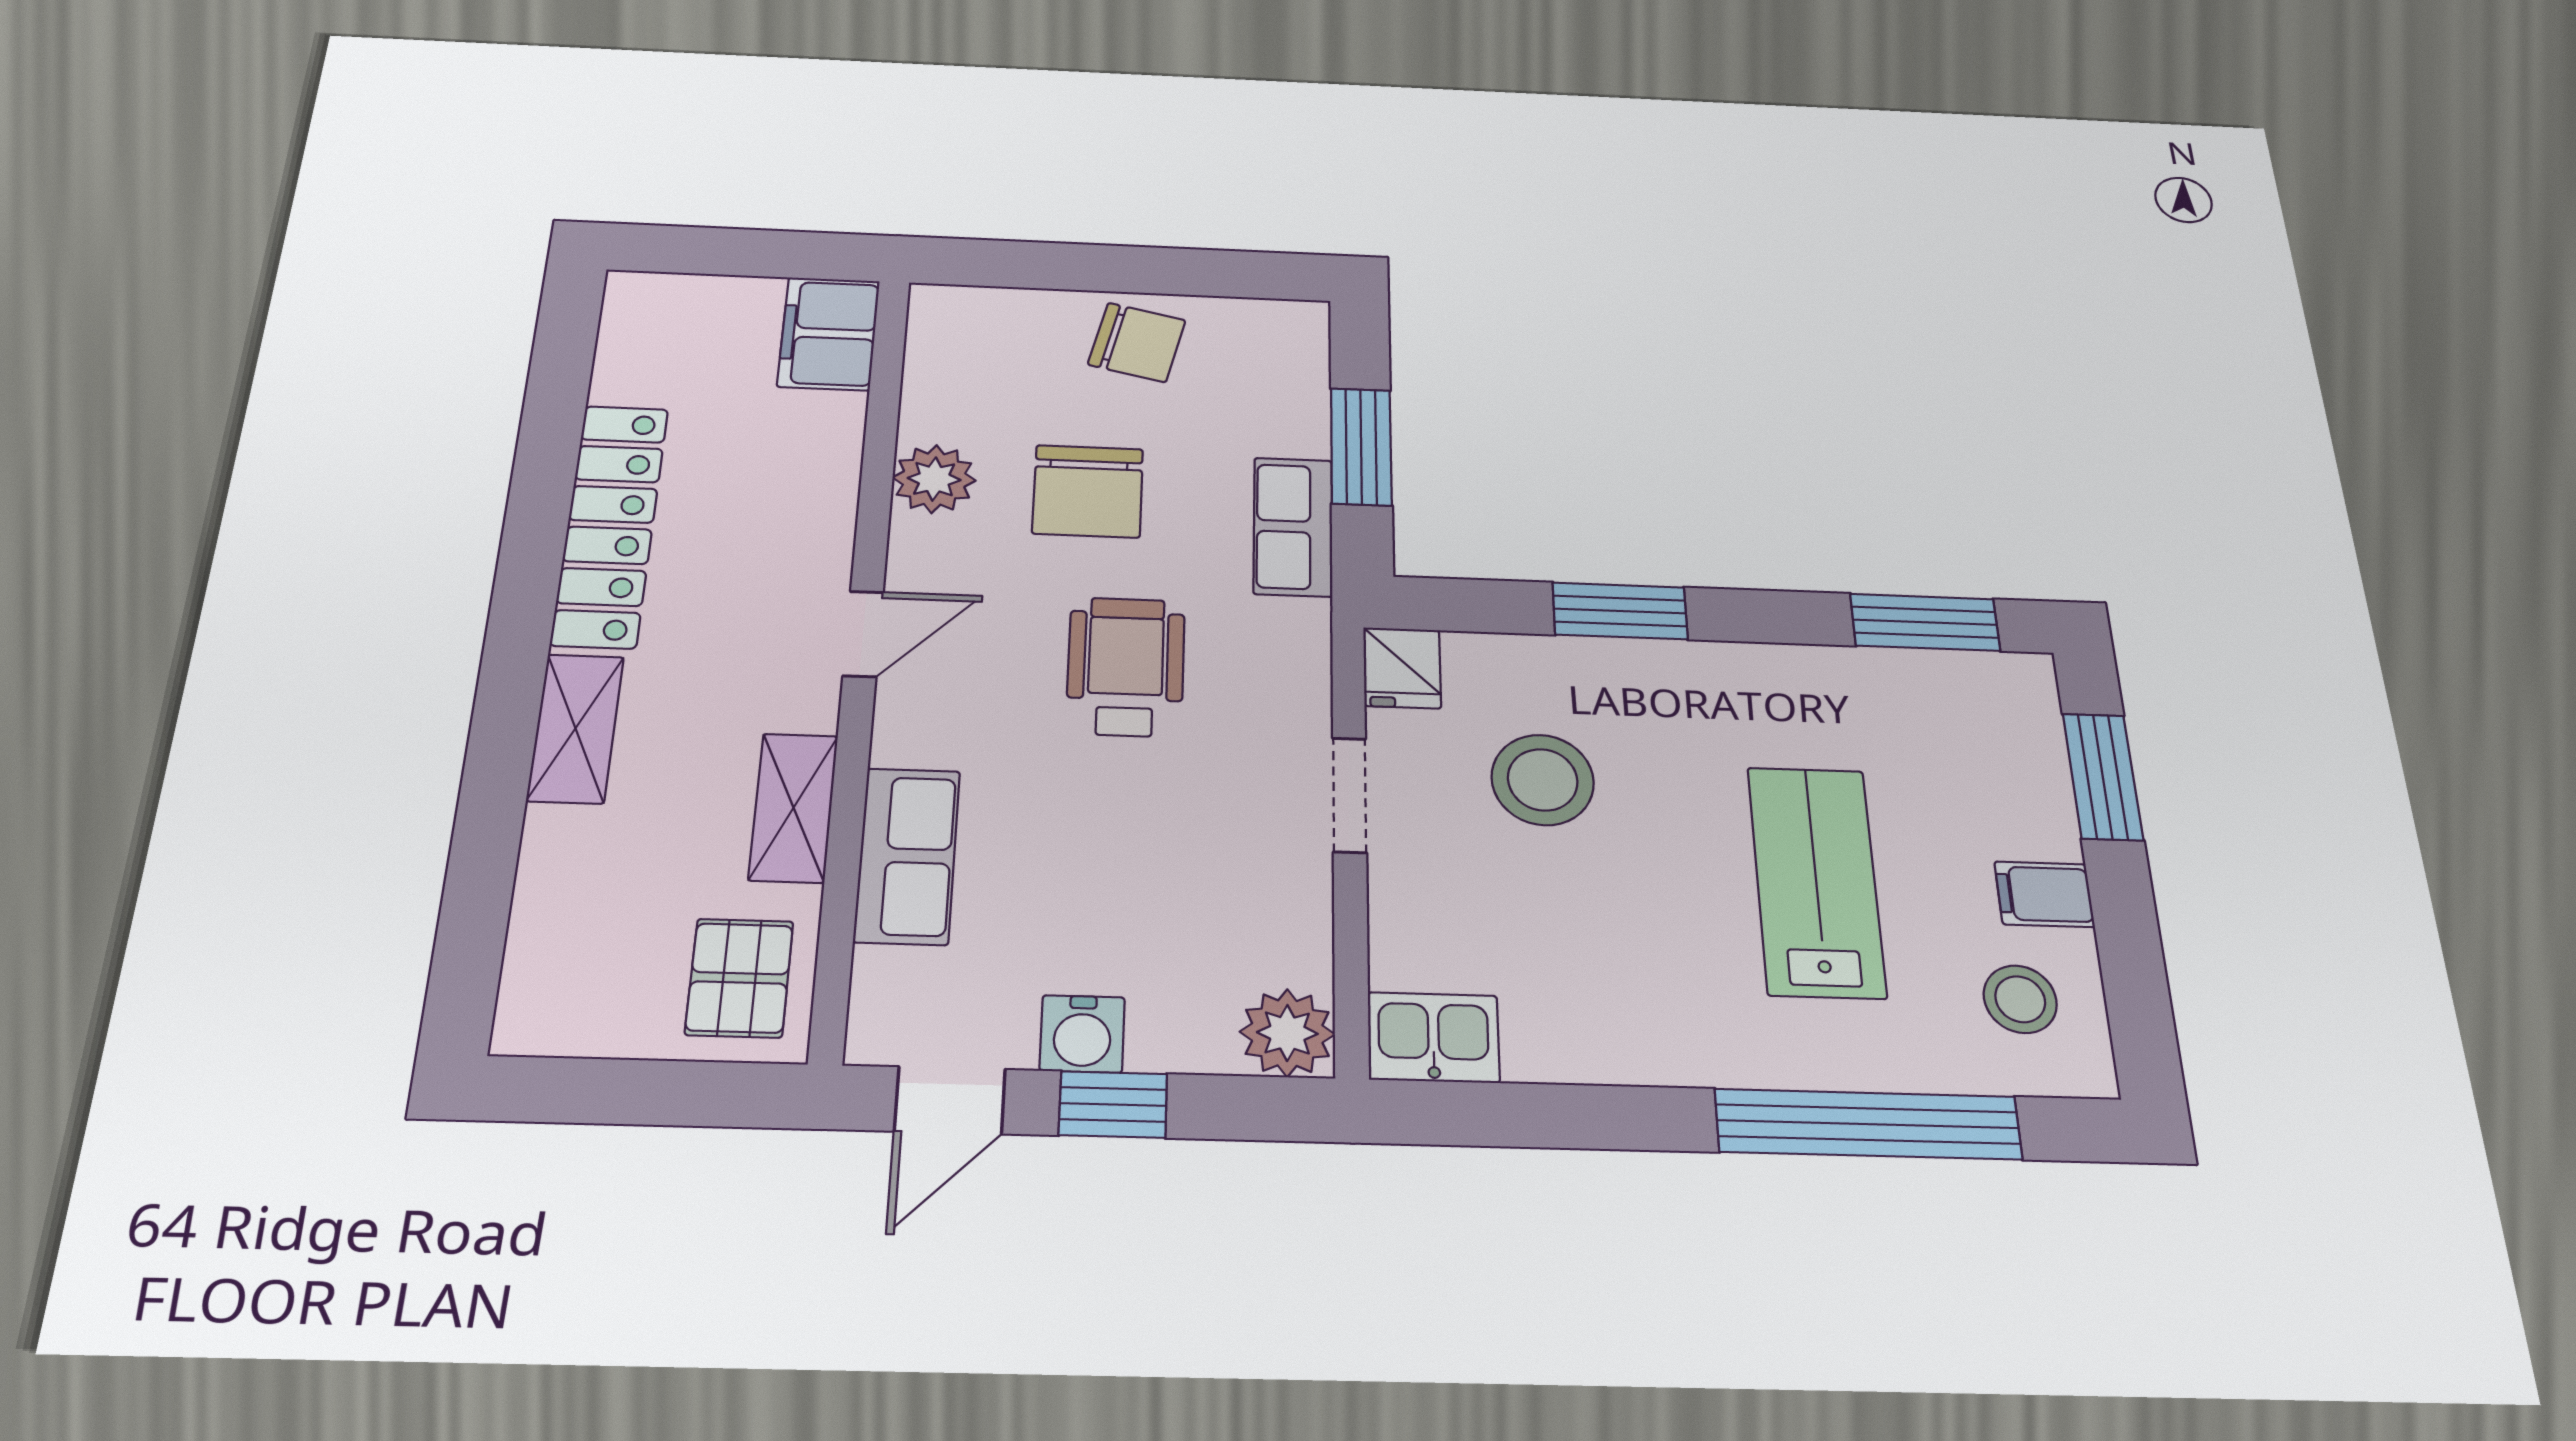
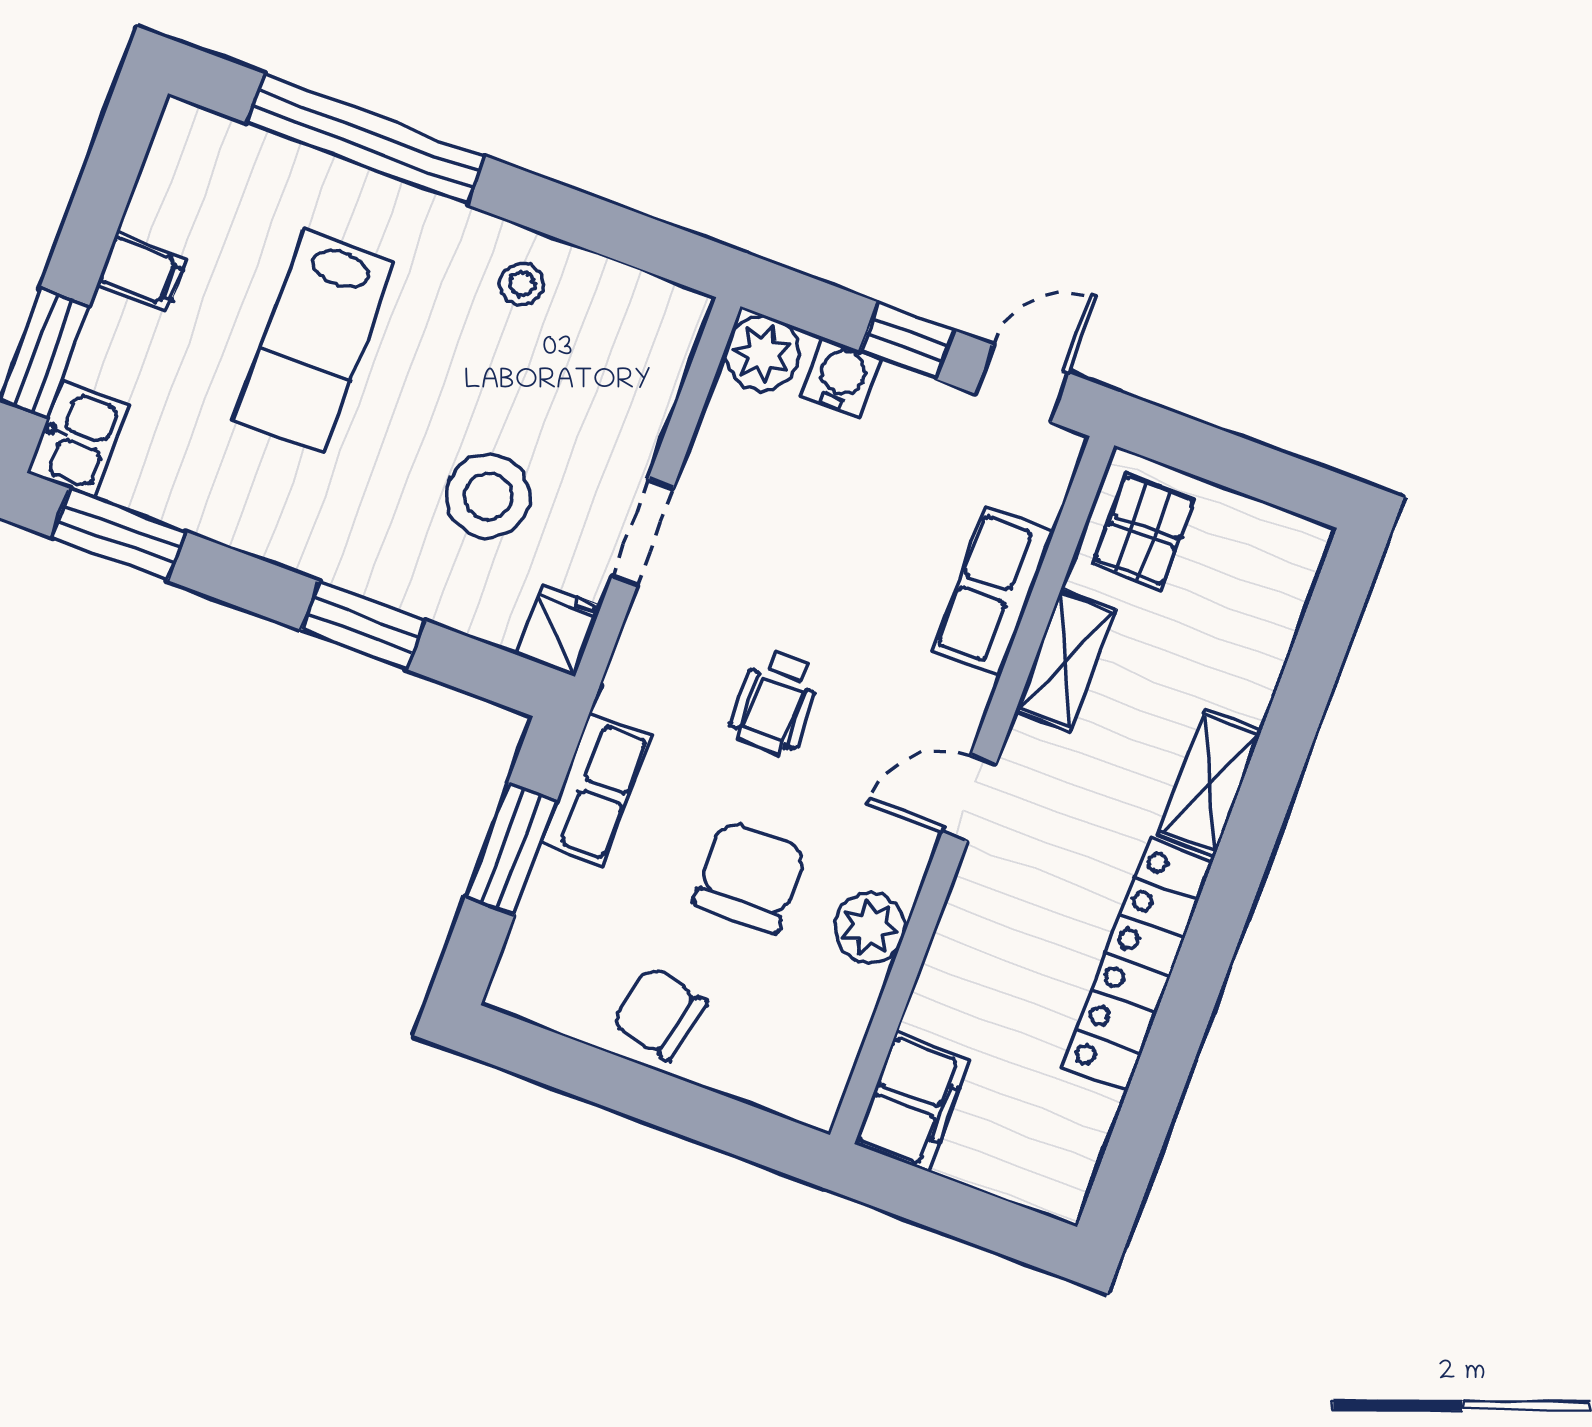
wheelchair: (1126, 667) -> (775, 702), width x0.73, depth x0.73
stool: (2020, 999) -> (522, 284), moved, width x0.73, depth x0.73
water cooler: (1082, 1034) -> (841, 377), moved
kitchen sink: (1433, 1037) -> (78, 438), moved, turned -90

